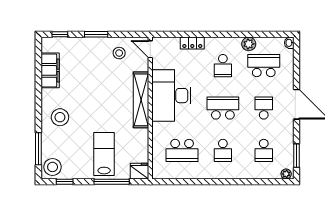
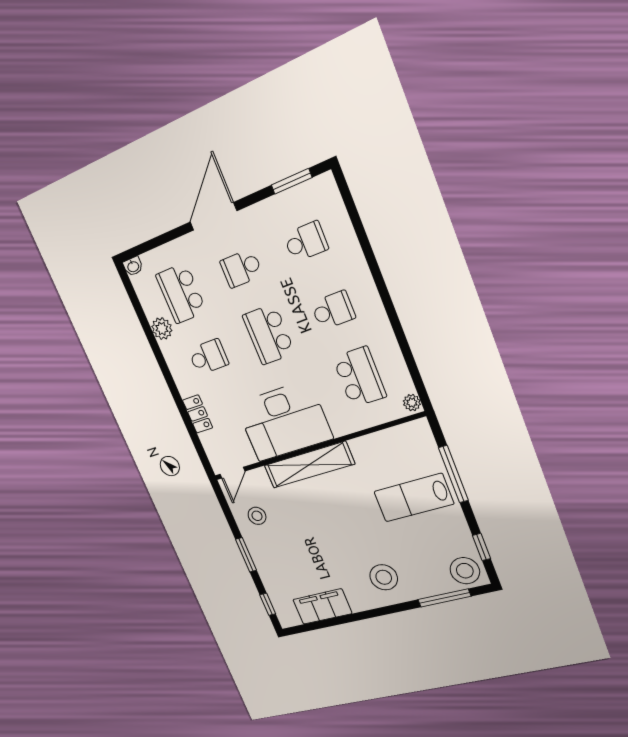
fridge: (139, 171) -> (419, 435), removed
plant: (286, 174) -> (412, 403), moved

